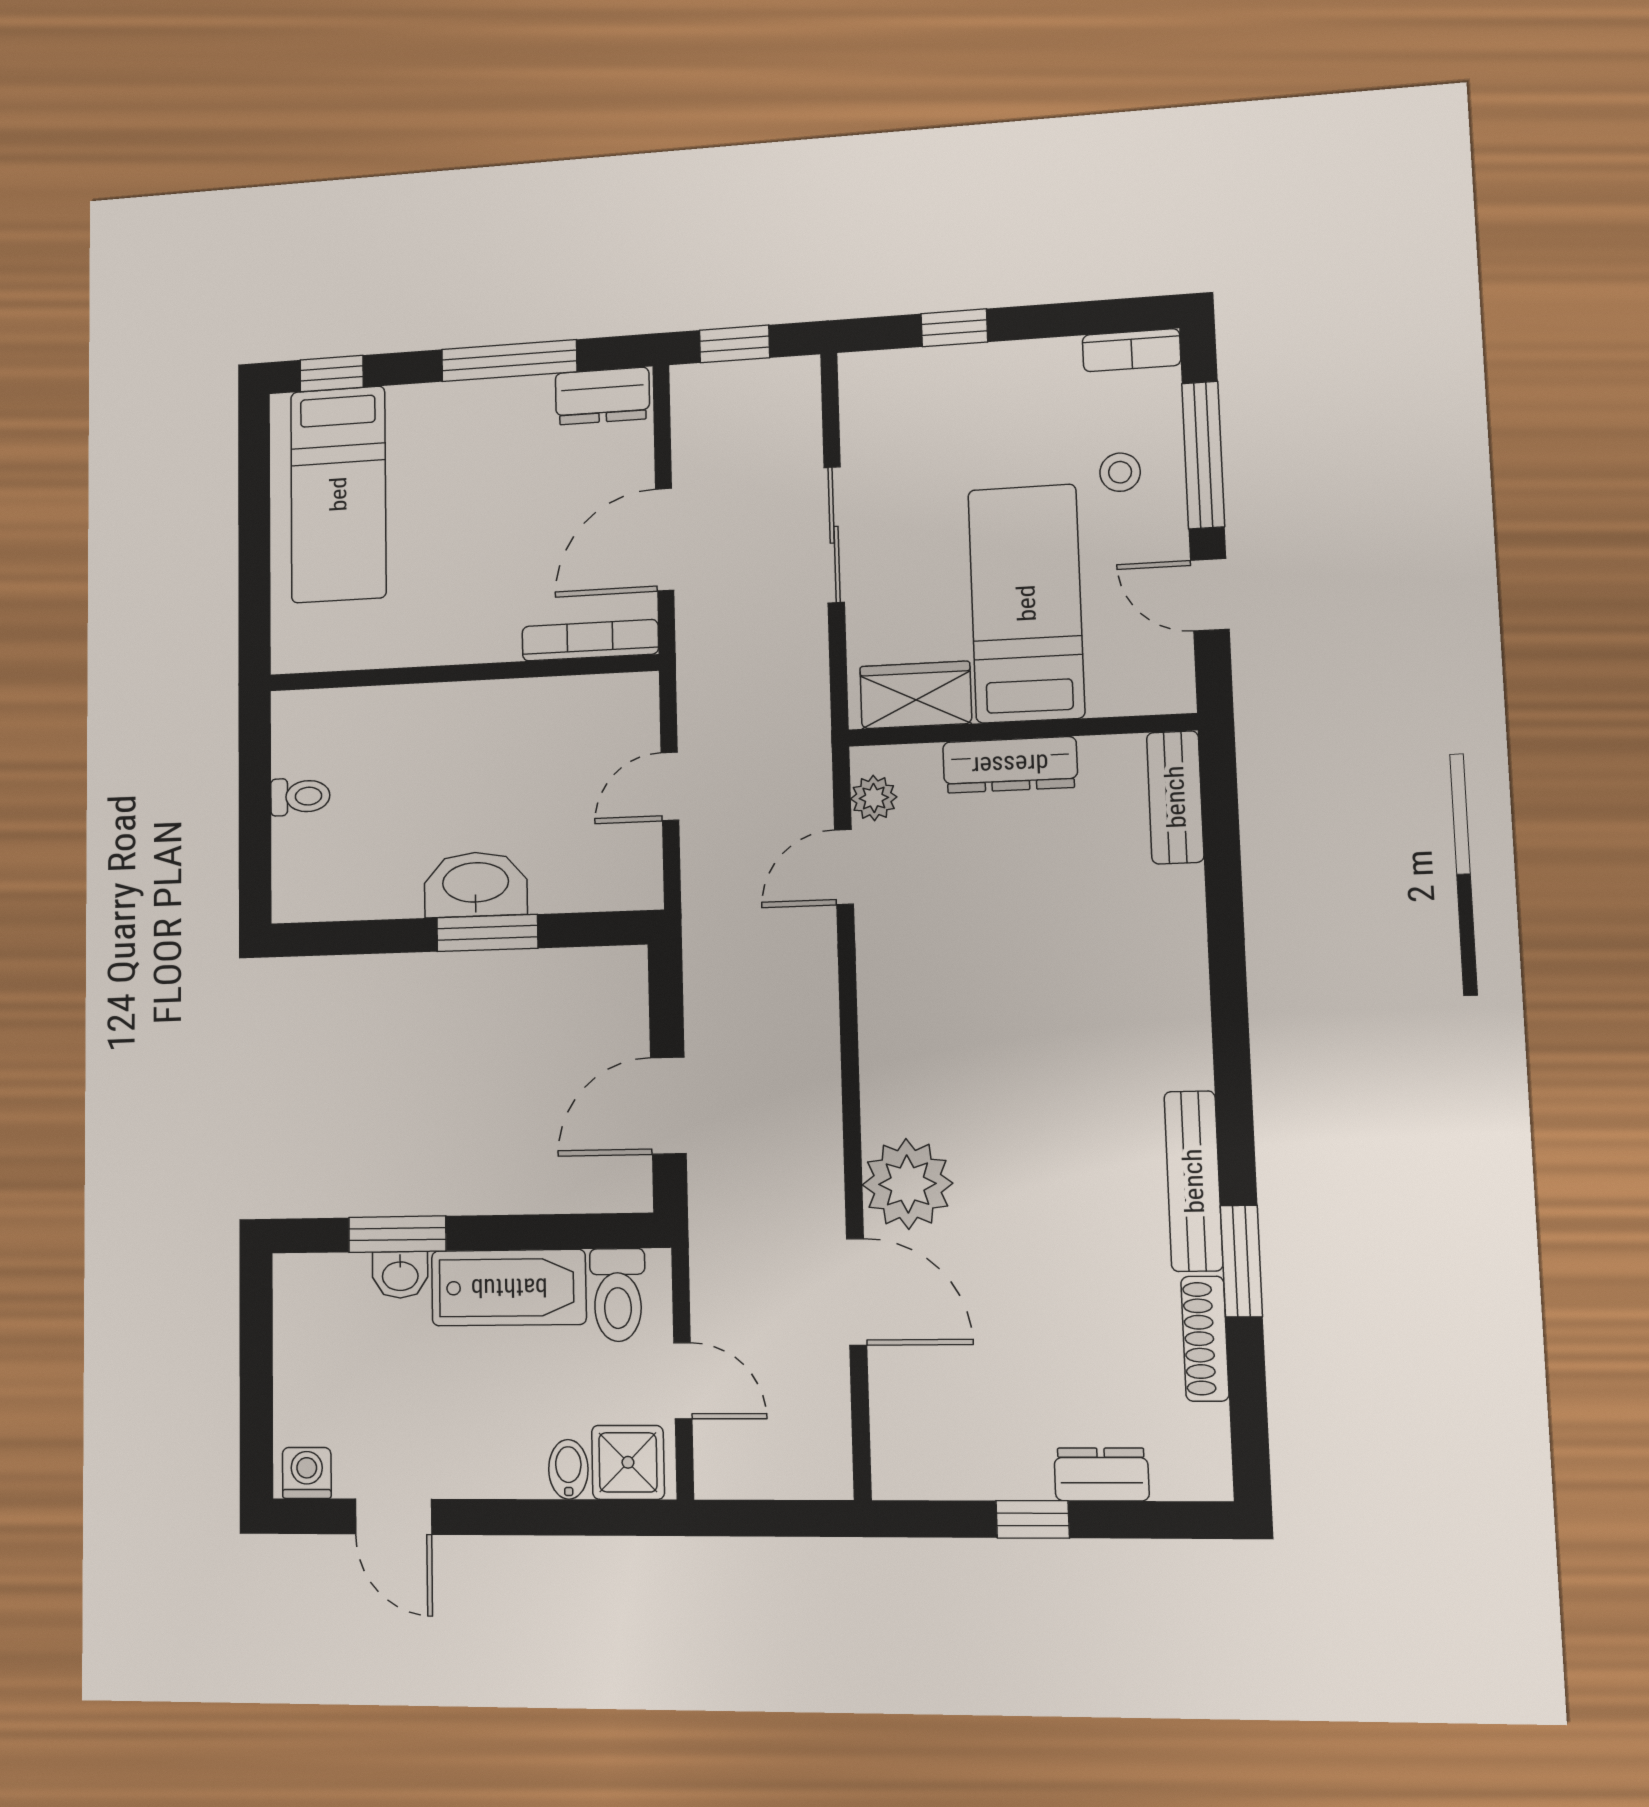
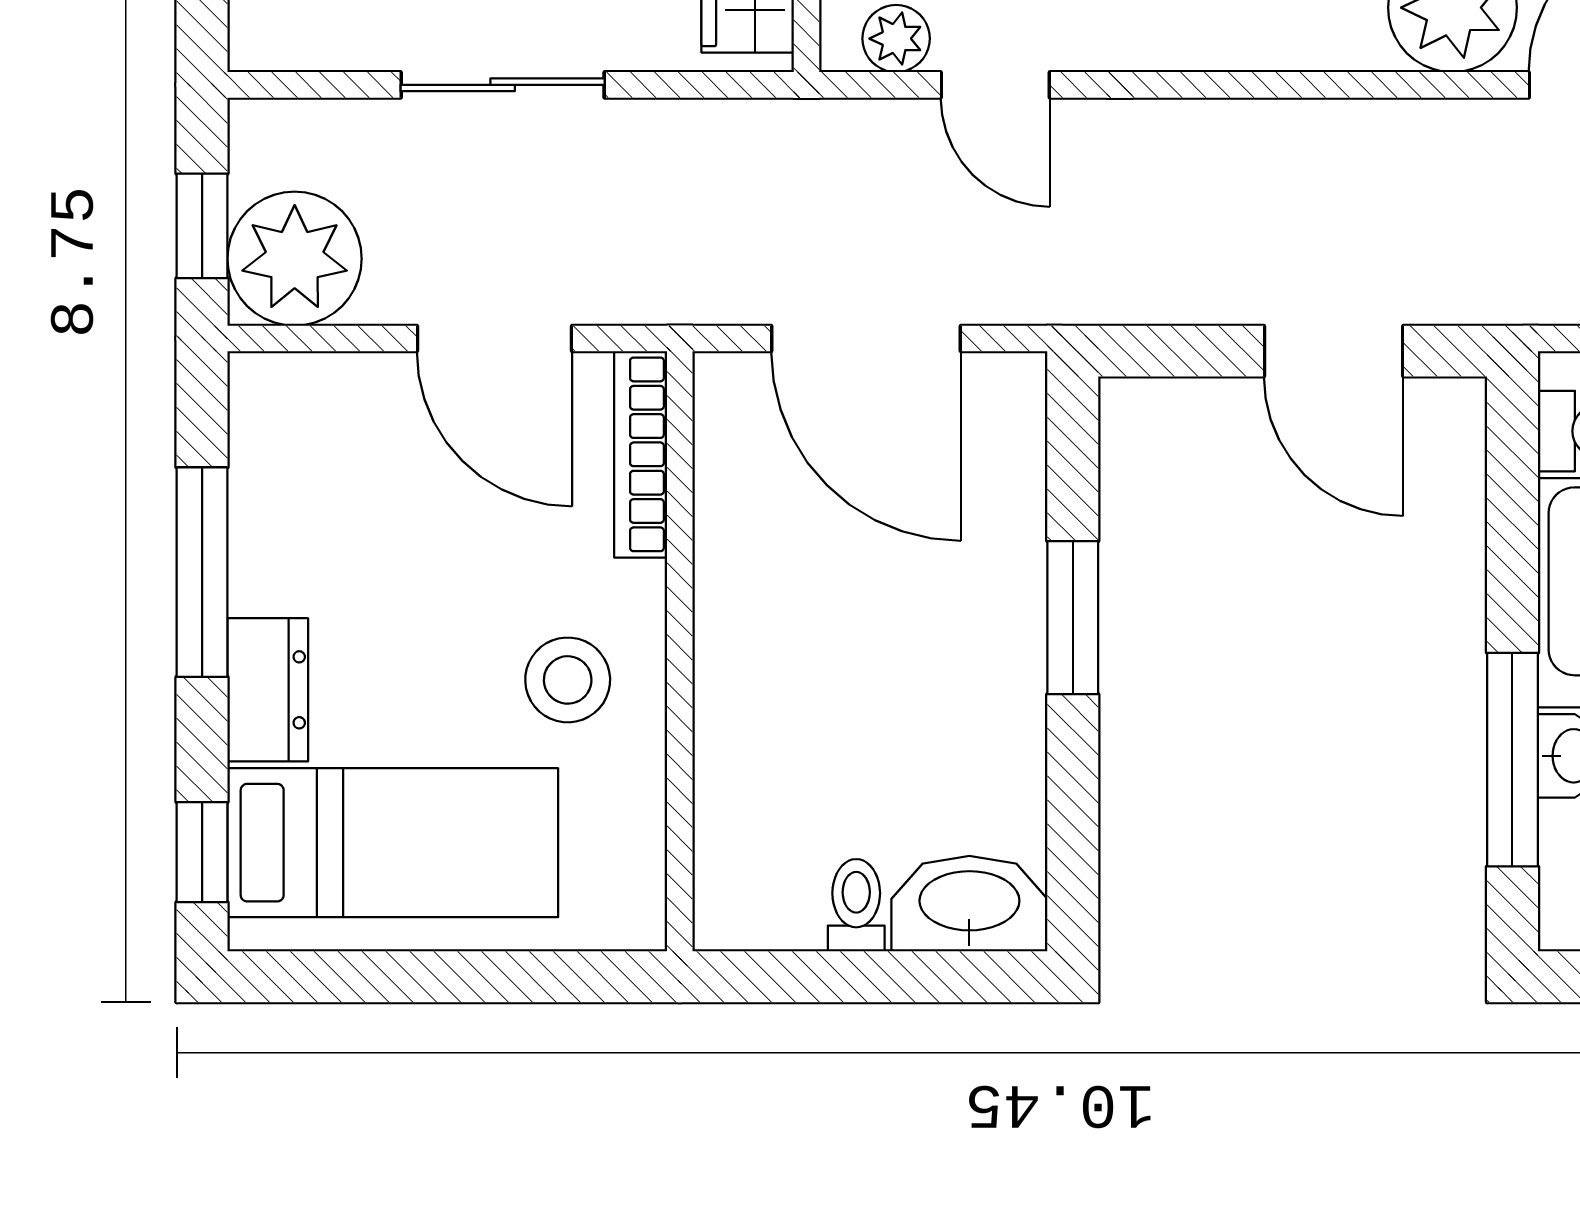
dresser: (602, 396) -> (268, 690), moved
plant: (714, 406) -> (295, 259), added
stool: (443, 601) -> (568, 680), added
door: (670, 786) -> (866, 338), width x1.87
washbasin: (476, 884) -> (969, 904), moved, turned 90
window: (397, 1234) -> (1512, 760), width x1.44

